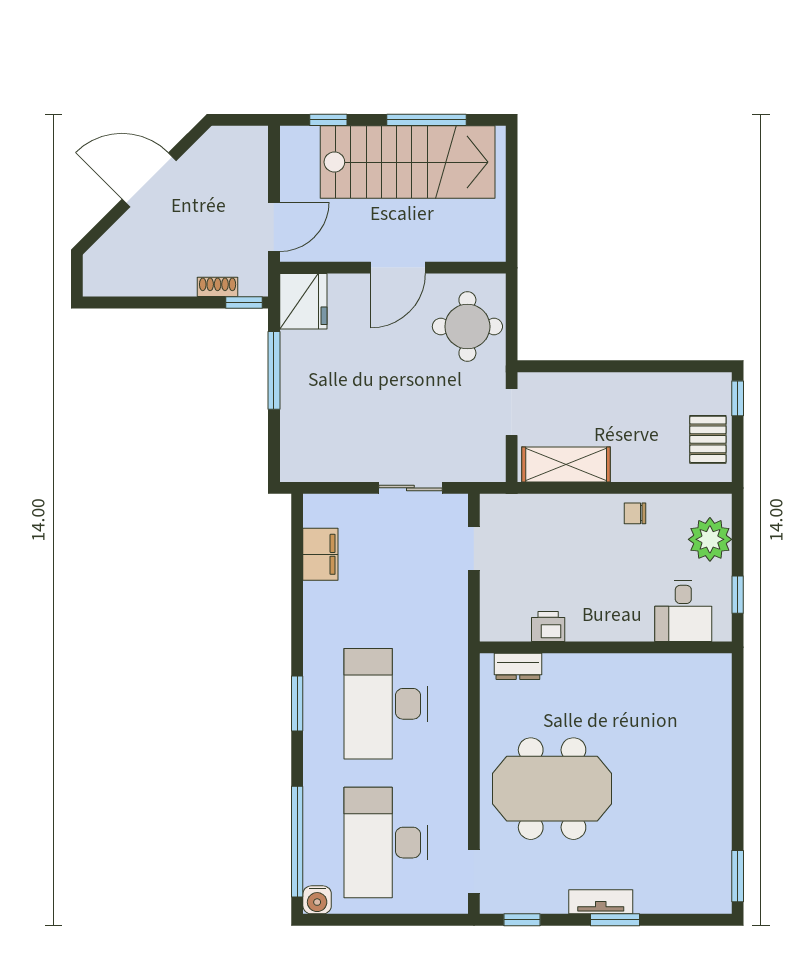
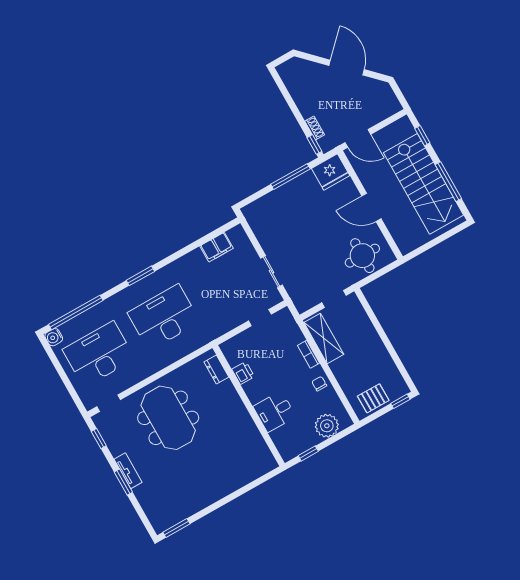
bookcase: (578, 504) -> (309, 354), added
desk: (683, 611) -> (275, 412), moved

